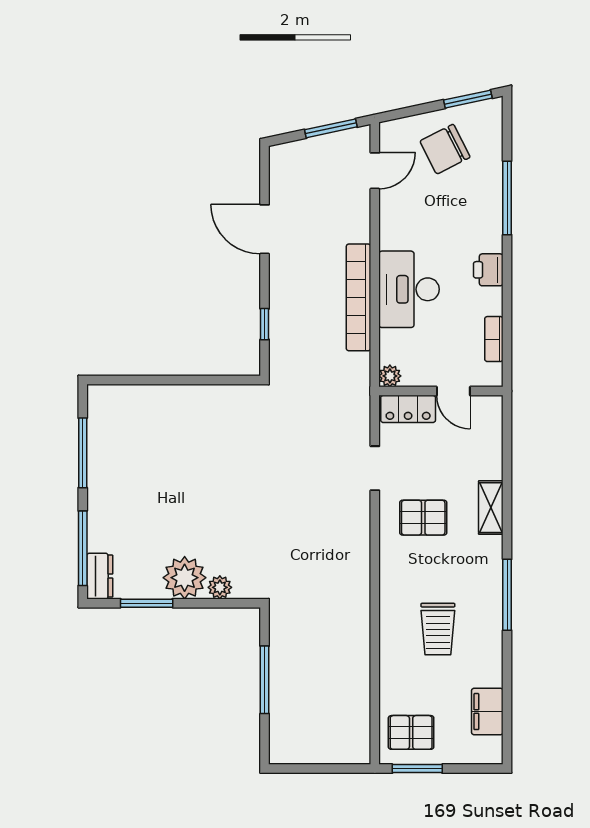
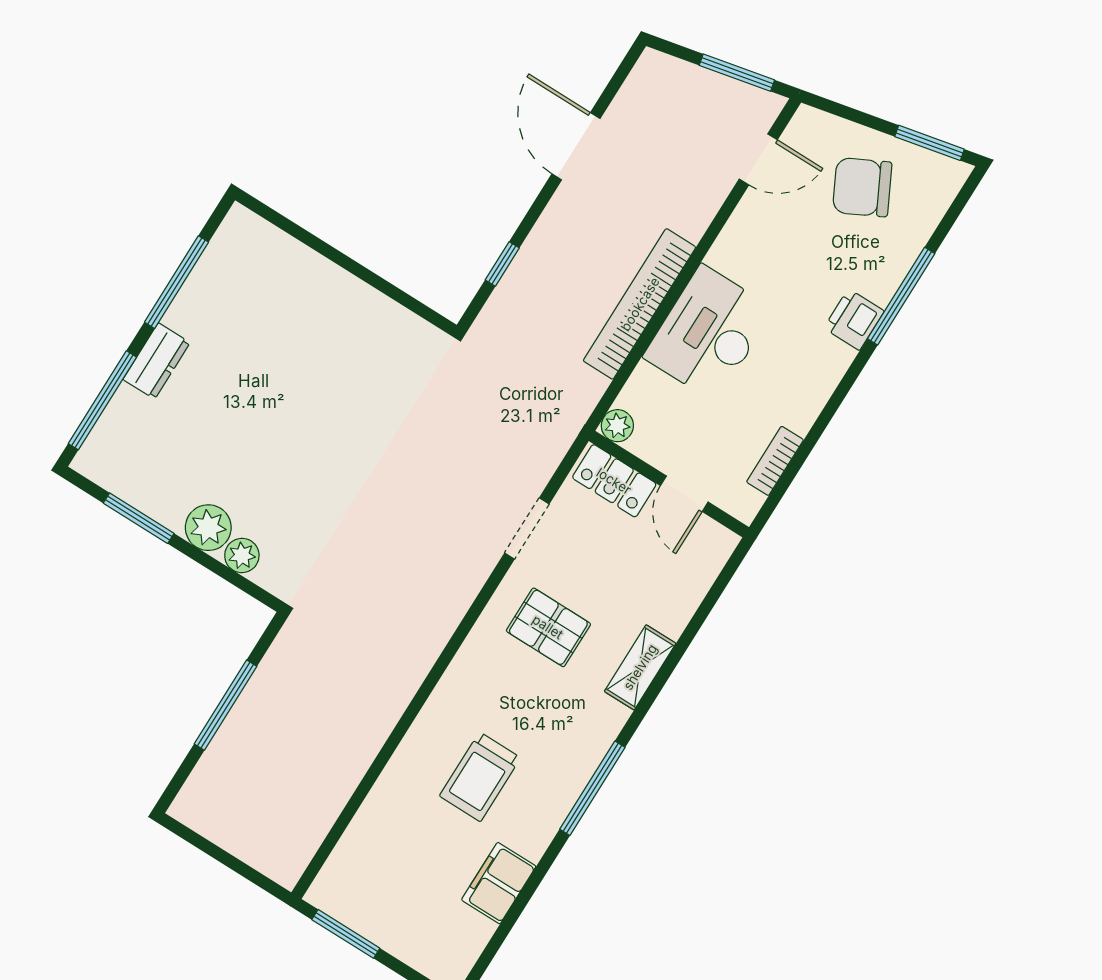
printer: (488, 270) -> (854, 320), moved
dresser: (100, 576) -> (157, 361), moved
plant: (185, 578) -> (208, 528), width x0.73, depth x0.73
filing cabinet: (487, 712) -> (499, 883), moved
pallet: (411, 732) -> (366, 884), removed

